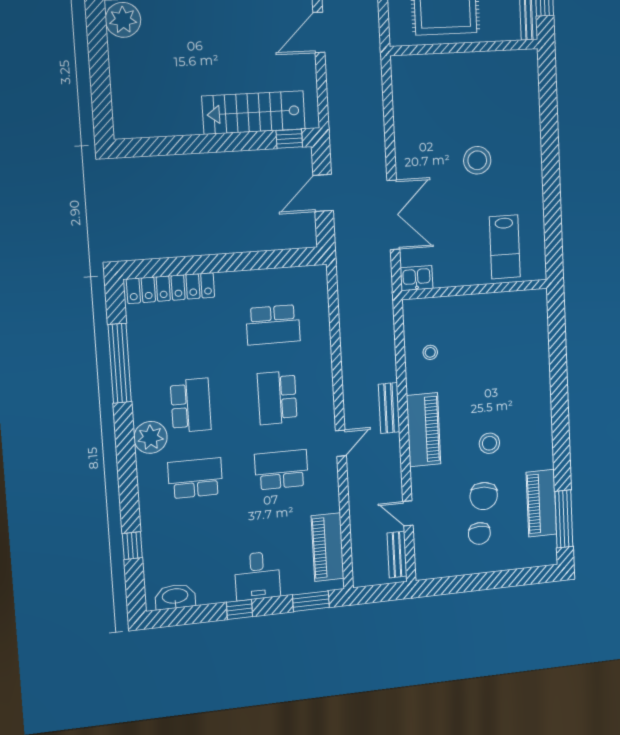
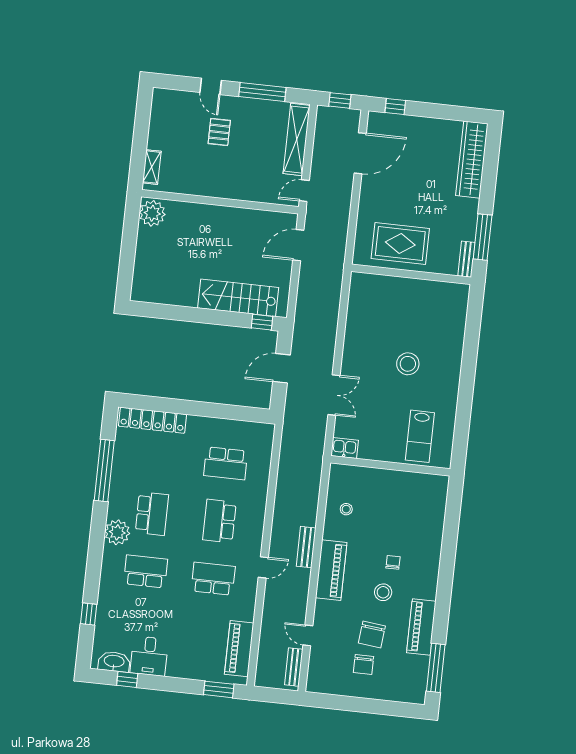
double door: (393, 215) -> (334, 395), width x0.73
chair: (496, 405) -> (393, 562), added
piano: (541, 503) -> (421, 627), moved
desk: (257, 576) -> (149, 656), moved
window: (240, 609) -> (127, 679), moved

